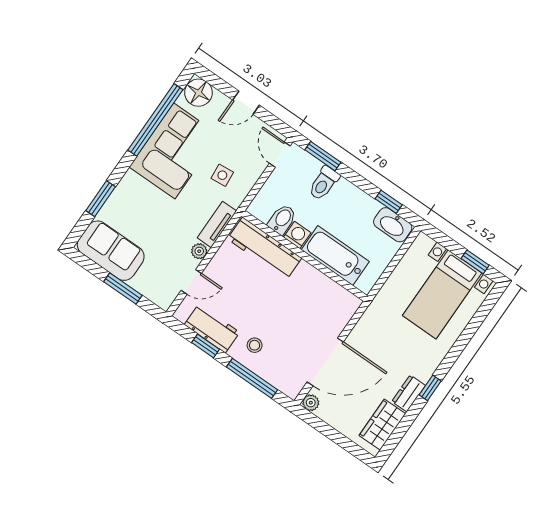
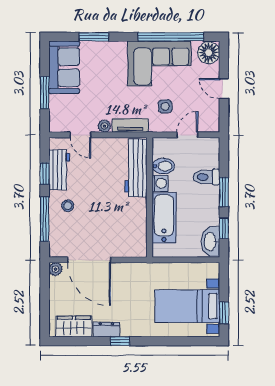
door: (280, 155) -> (187, 135), moved
window: (323, 156) -> (224, 192), moved

